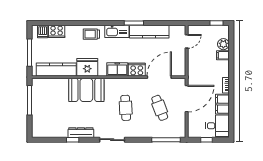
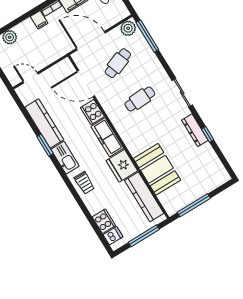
filing cabinet: (223, 55) -> (39, 20), moved
freezer: (117, 69) -> (107, 137), width x1.40
booth: (86, 90) -> (157, 169), moved
plant: (179, 130) -> (128, 28), added

